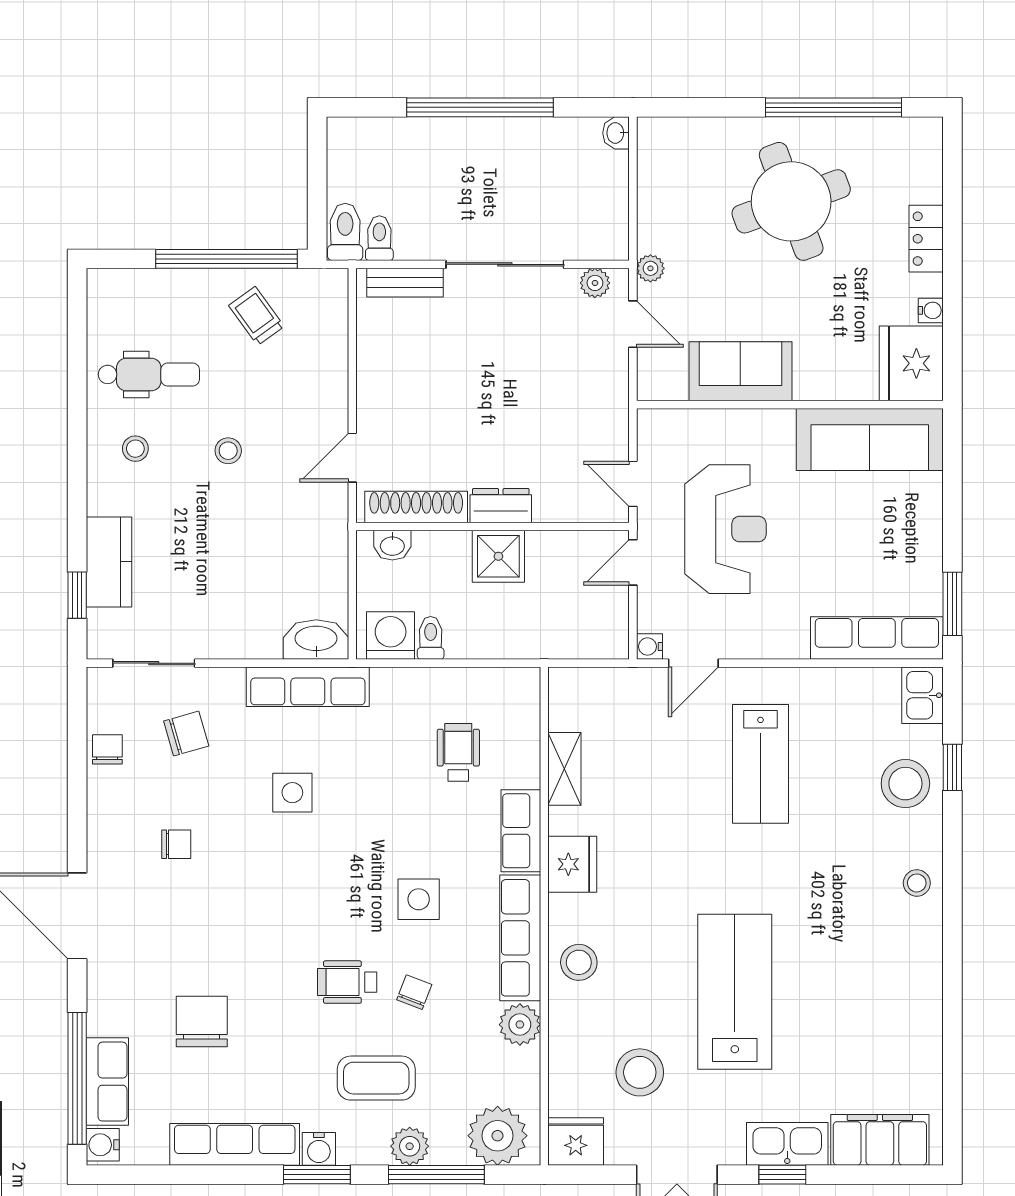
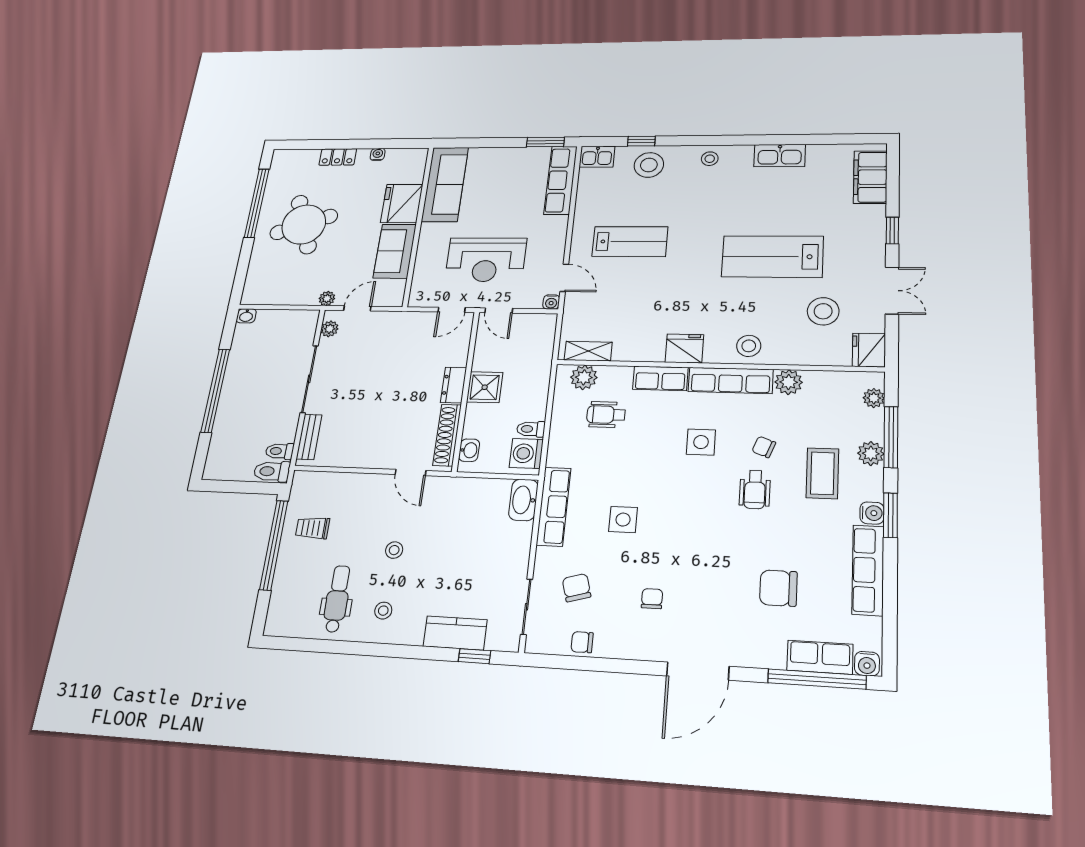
trolley: (256, 316) -> (313, 528), turned 36
fridge: (911, 363) -> (402, 203), moved, turned 90
reception desk: (725, 529) -> (486, 260), turned 180
plant: (519, 712) -> (584, 377), added
shelving: (564, 769) -> (588, 351), moved
plant: (498, 1136) -> (874, 398), width x0.53, depth x0.53
kitchen sink: (787, 1144) -> (780, 156), moved, turned -90

